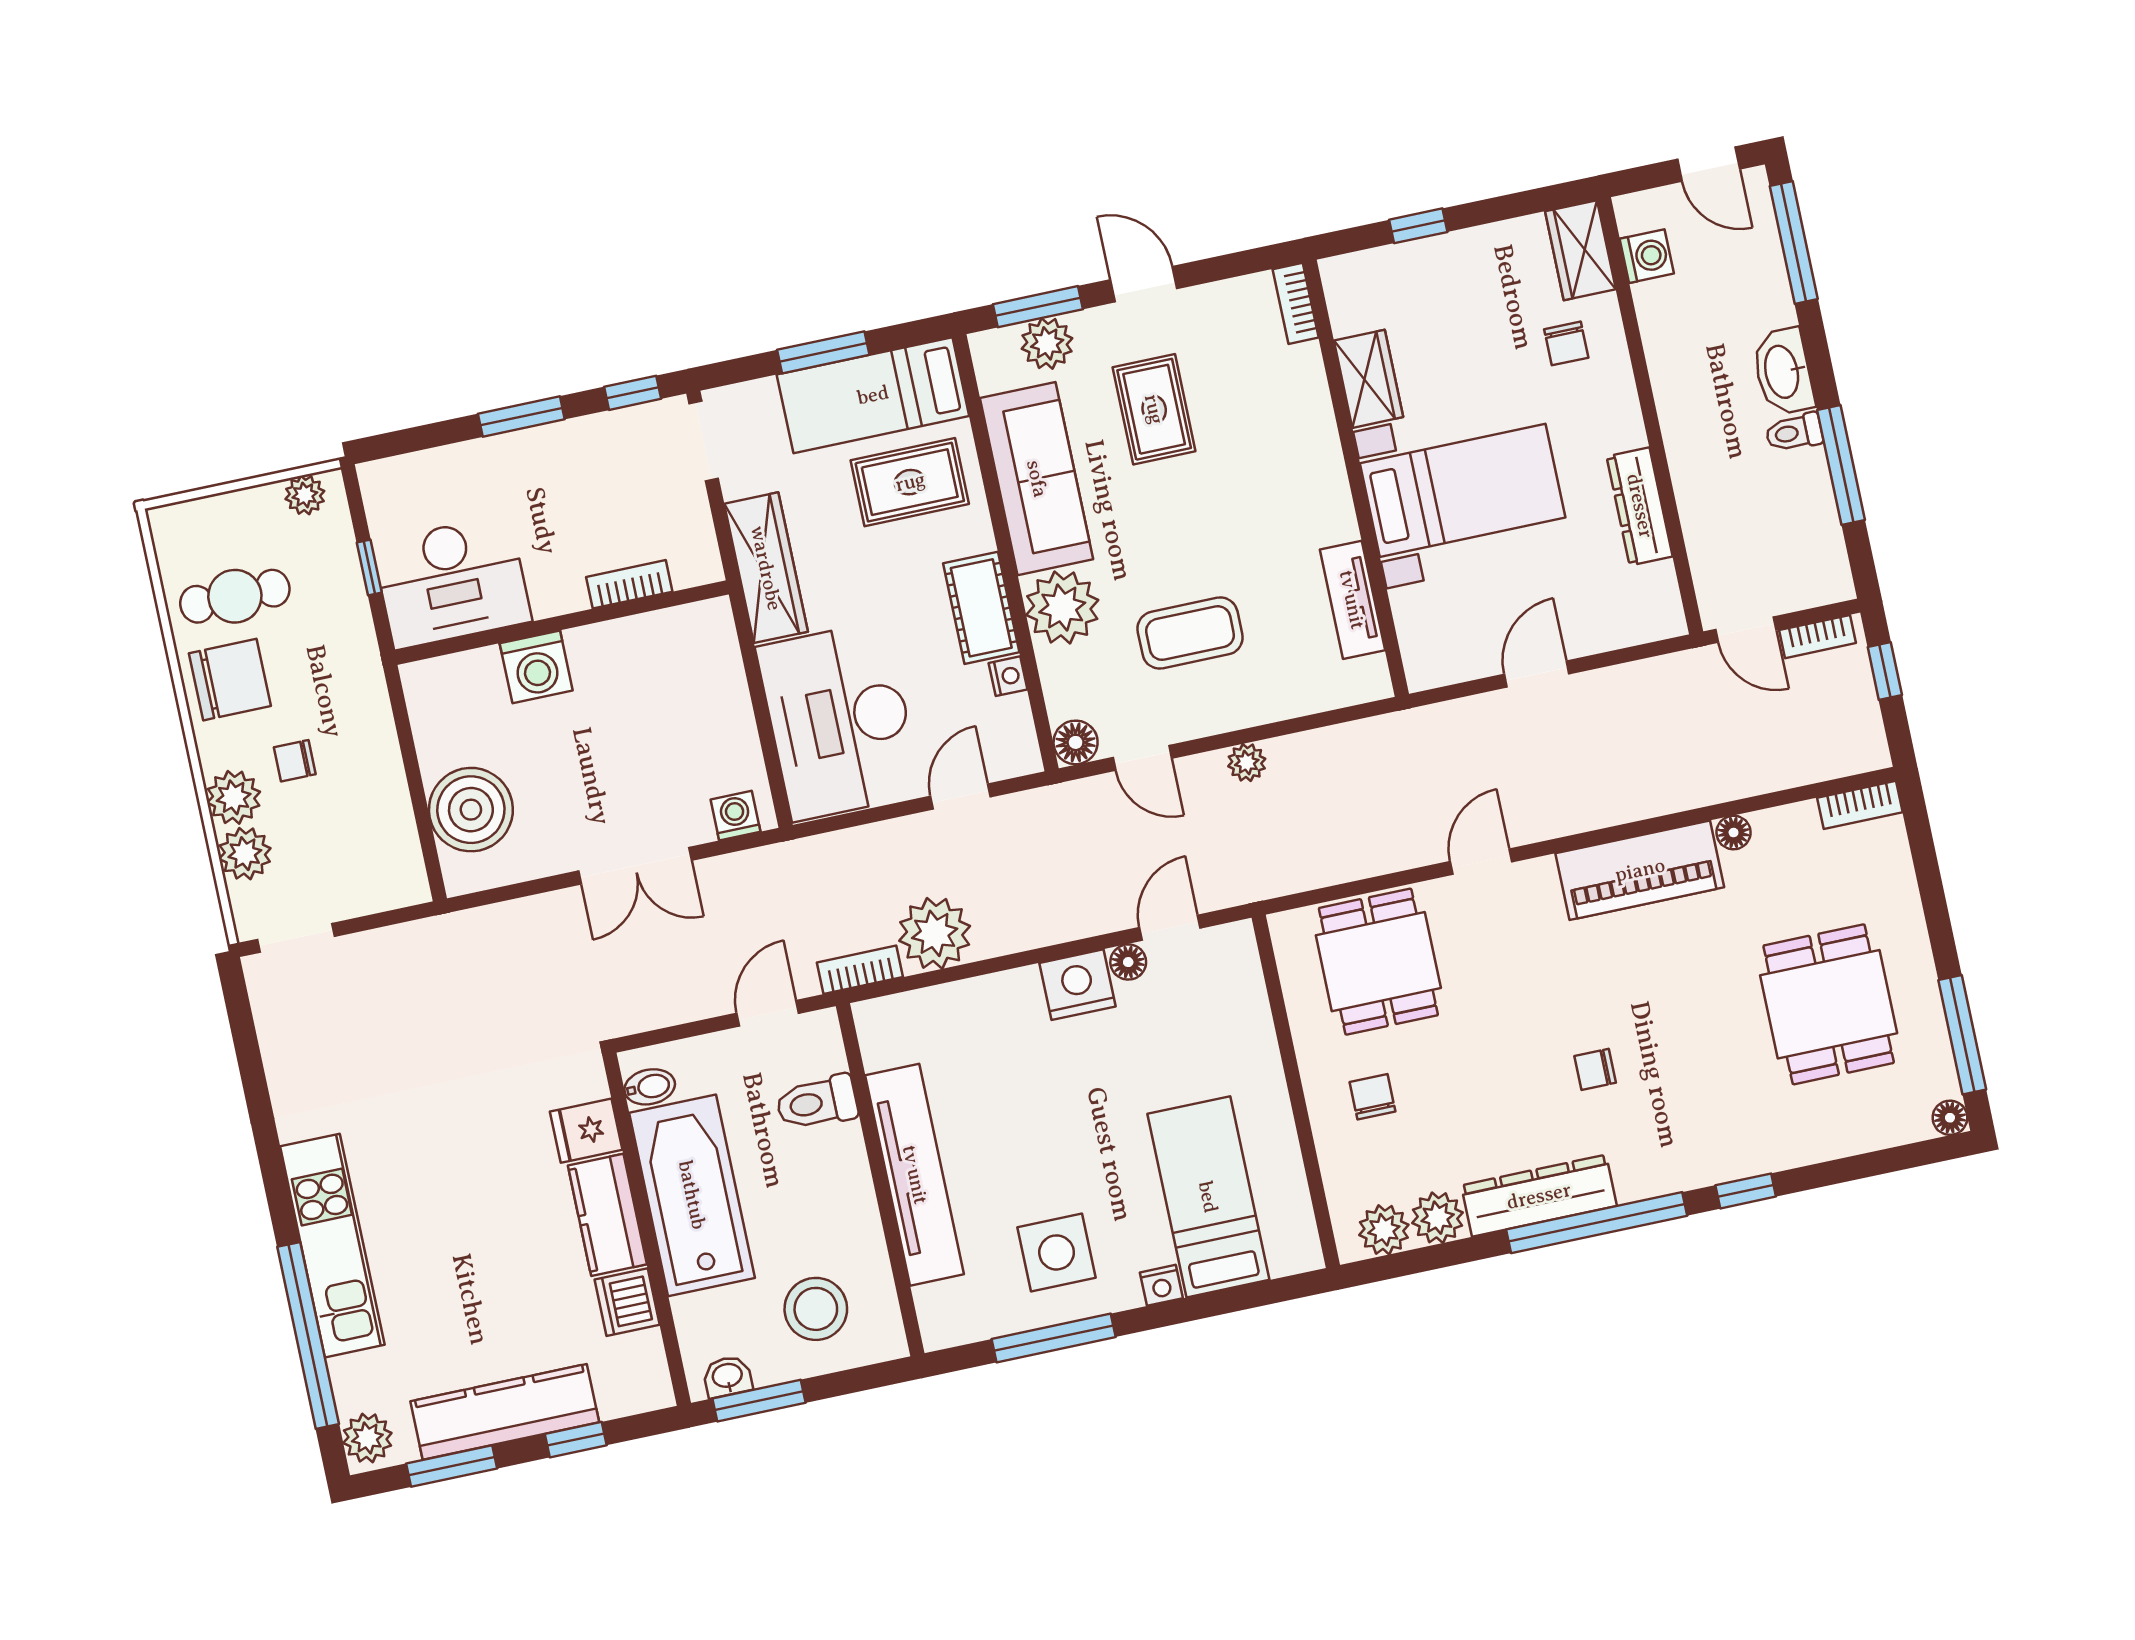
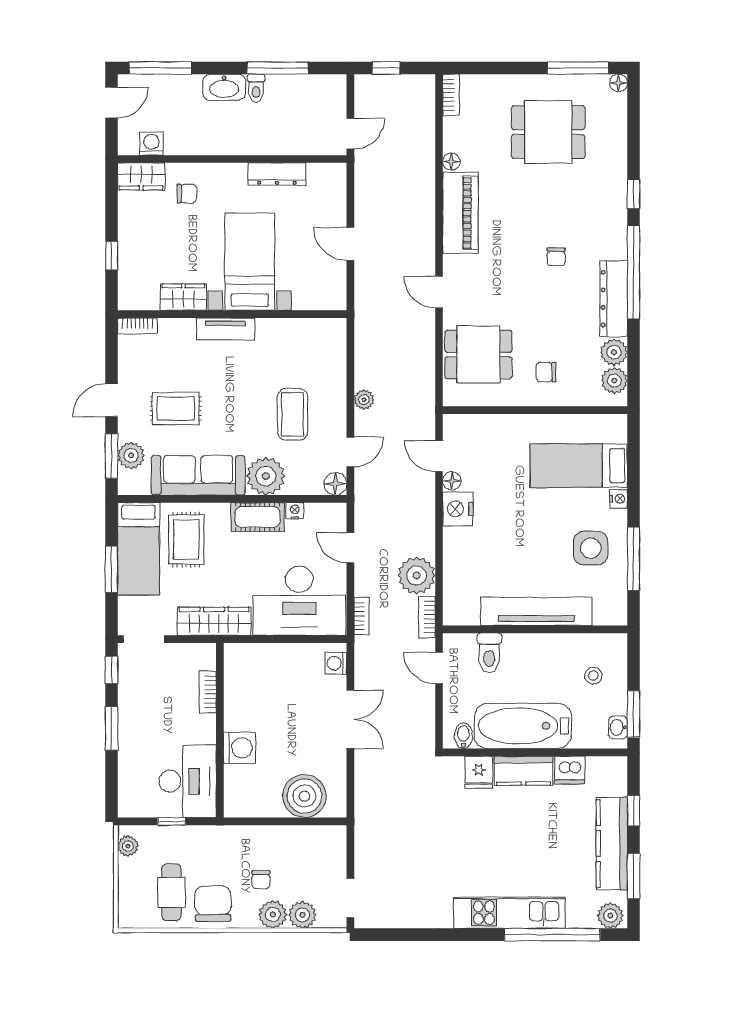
tv unit: (1352, 600) -> (226, 329), moved
bookcase: (1817, 637) -> (362, 616), moved
stool: (816, 1309) -> (593, 676), width x0.53, depth x0.53

